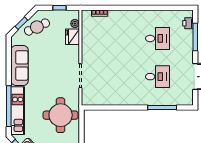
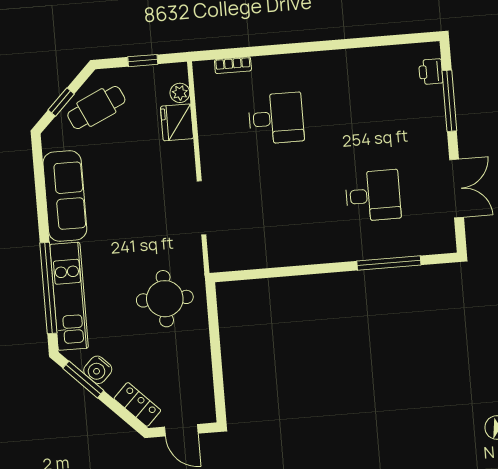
desk: (158, 38) -> (276, 118), moved
round table: (61, 115) -> (165, 299), width x0.73, depth x0.73

